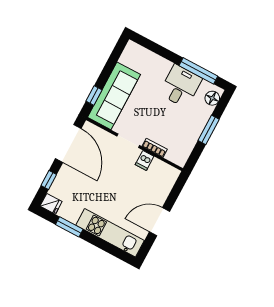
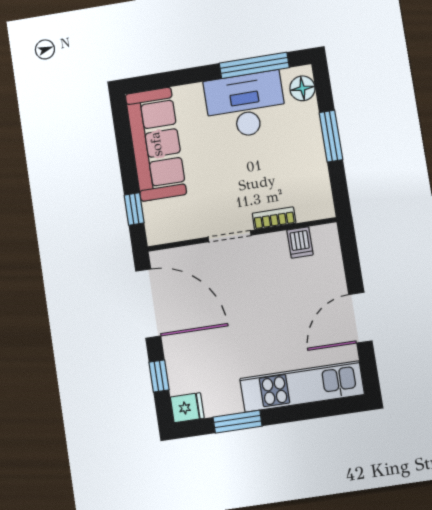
desk: (181, 86) -> (245, 105), width x1.37
sofa: (114, 96) -> (156, 144), moved
dishwasher: (145, 160) -> (300, 242), moved

